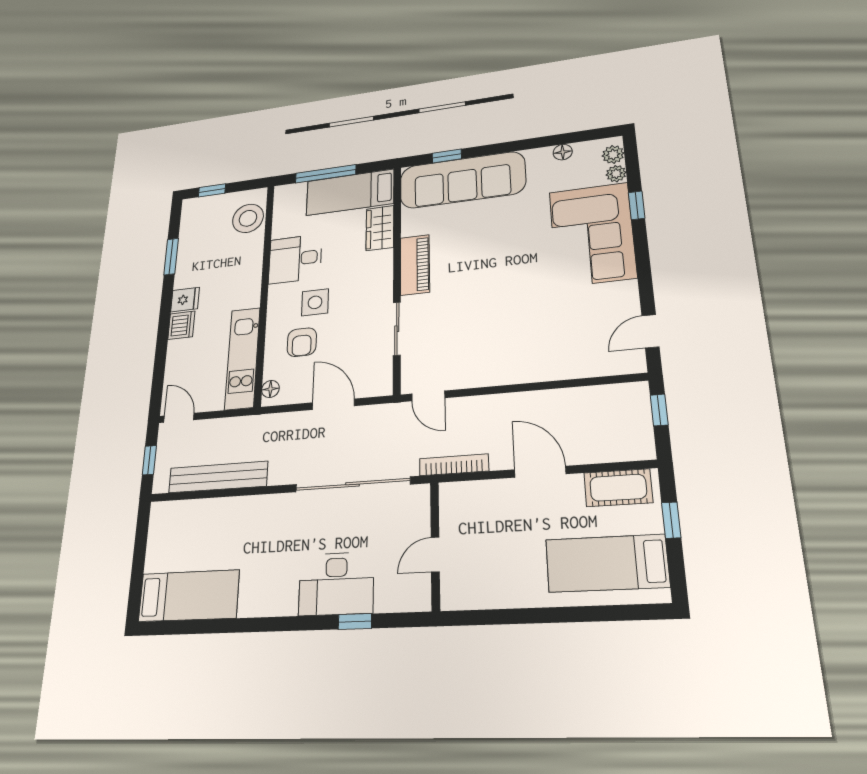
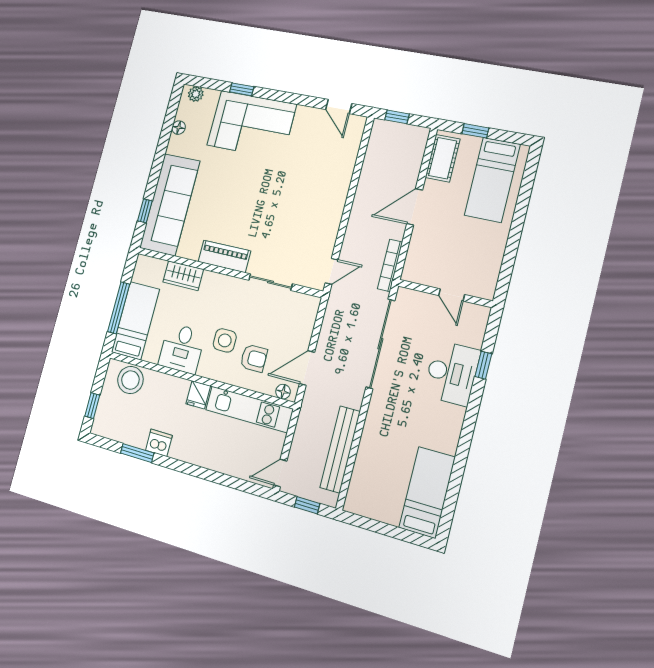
plant: (616, 174) -> (211, 96), removed
bed: (350, 192) -> (135, 321), moved, turned 180
fridge: (185, 300) -> (198, 395), moved, turned 180
dishwasher: (181, 325) -> (159, 443), moved
door: (333, 404) -> (307, 368), moved

